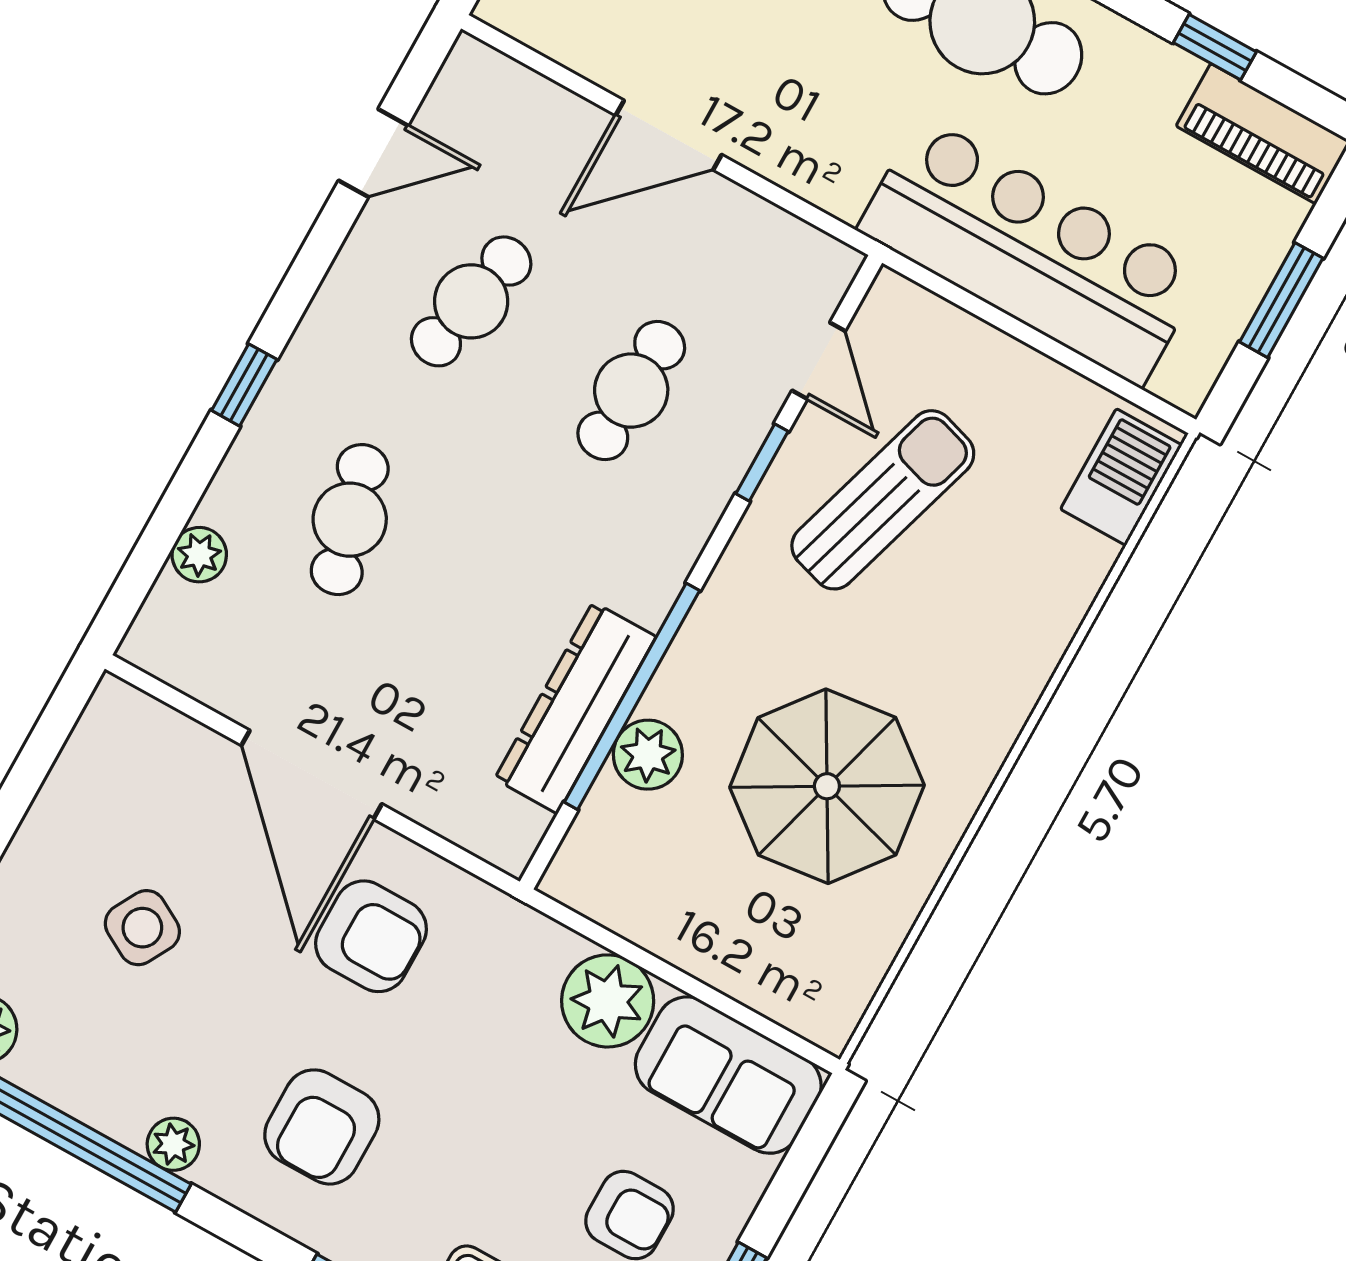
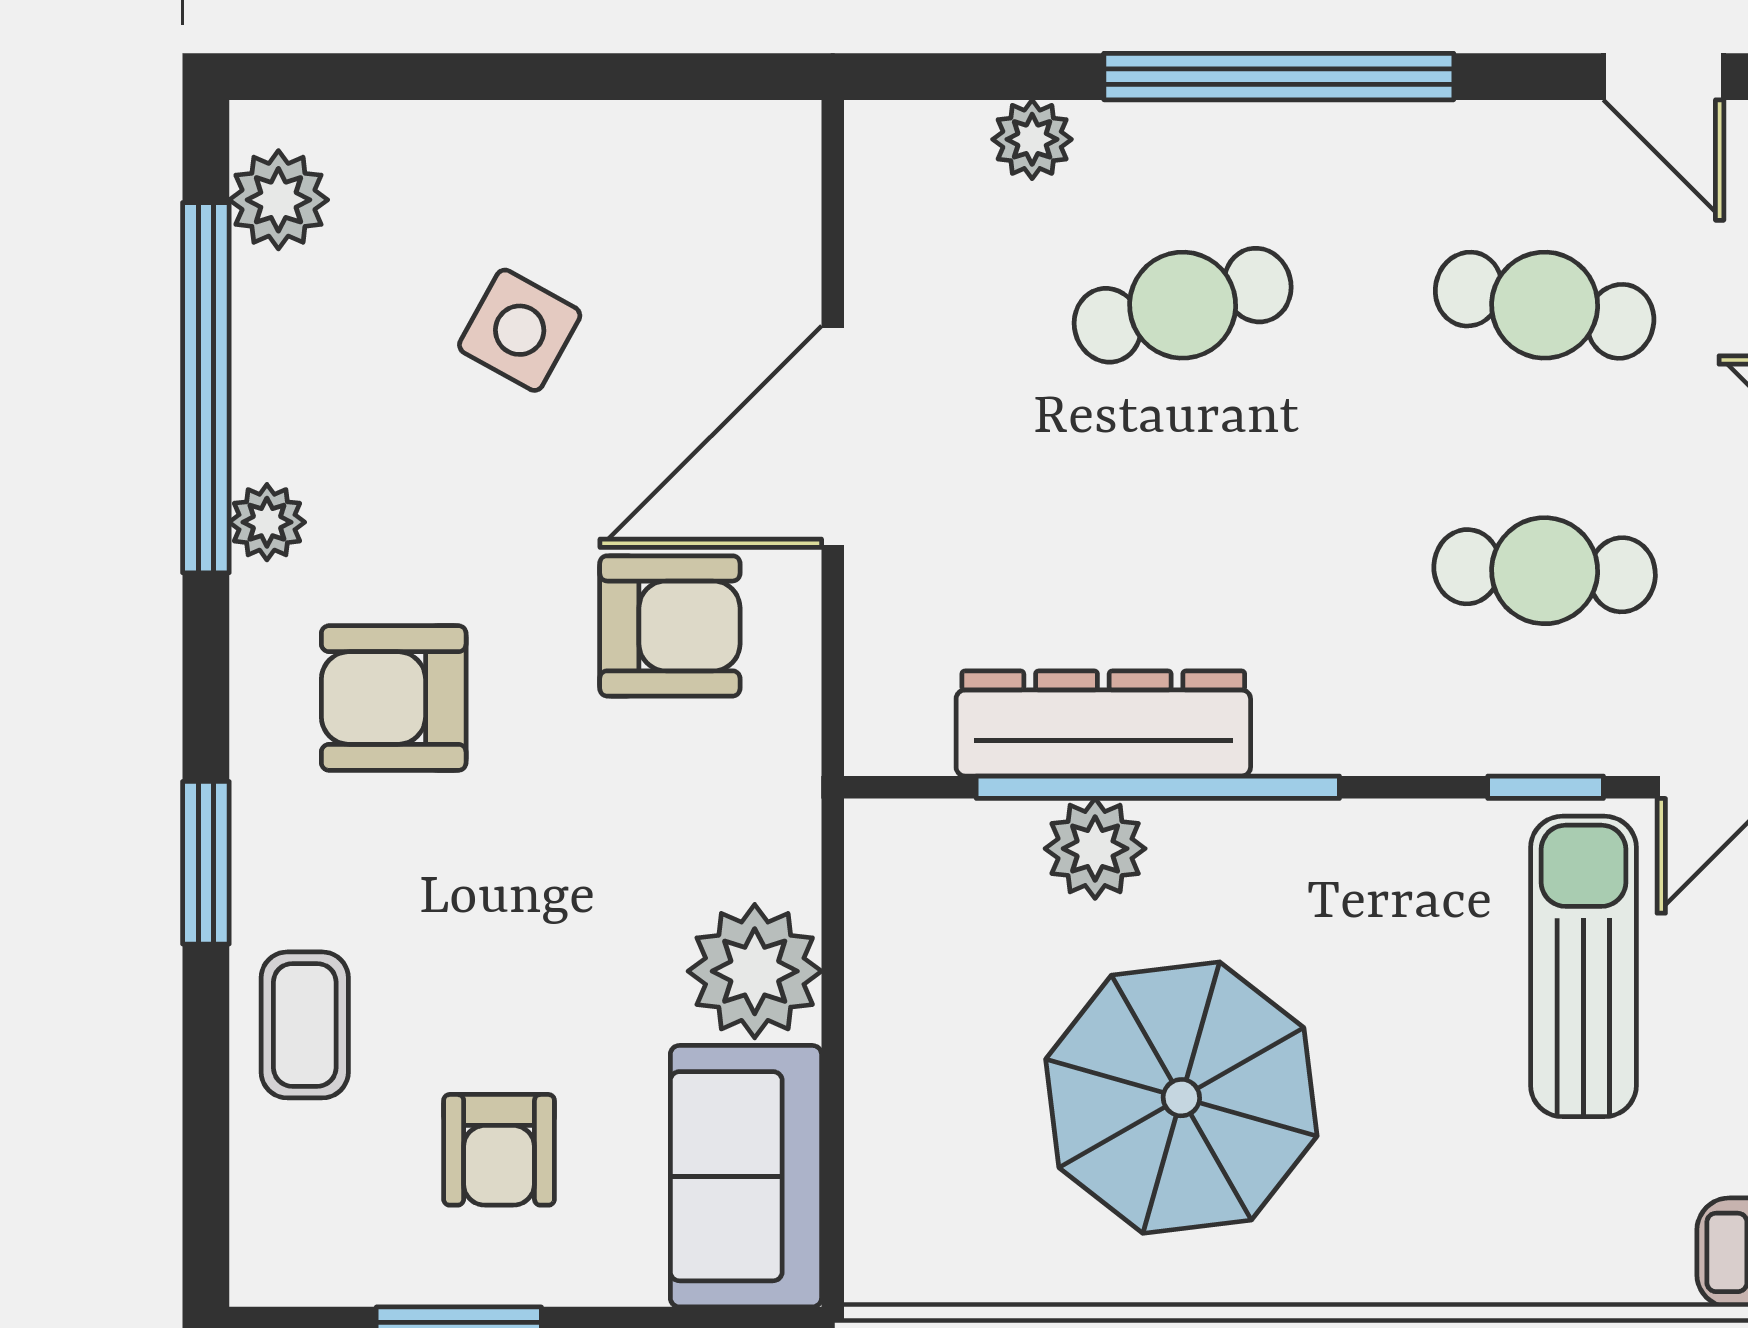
window: (244, 385) -> (1279, 77), width x3.17
sun lounger: (883, 500) -> (1583, 966), turned -107
armchair: (371, 936) -> (670, 626), turned -90

